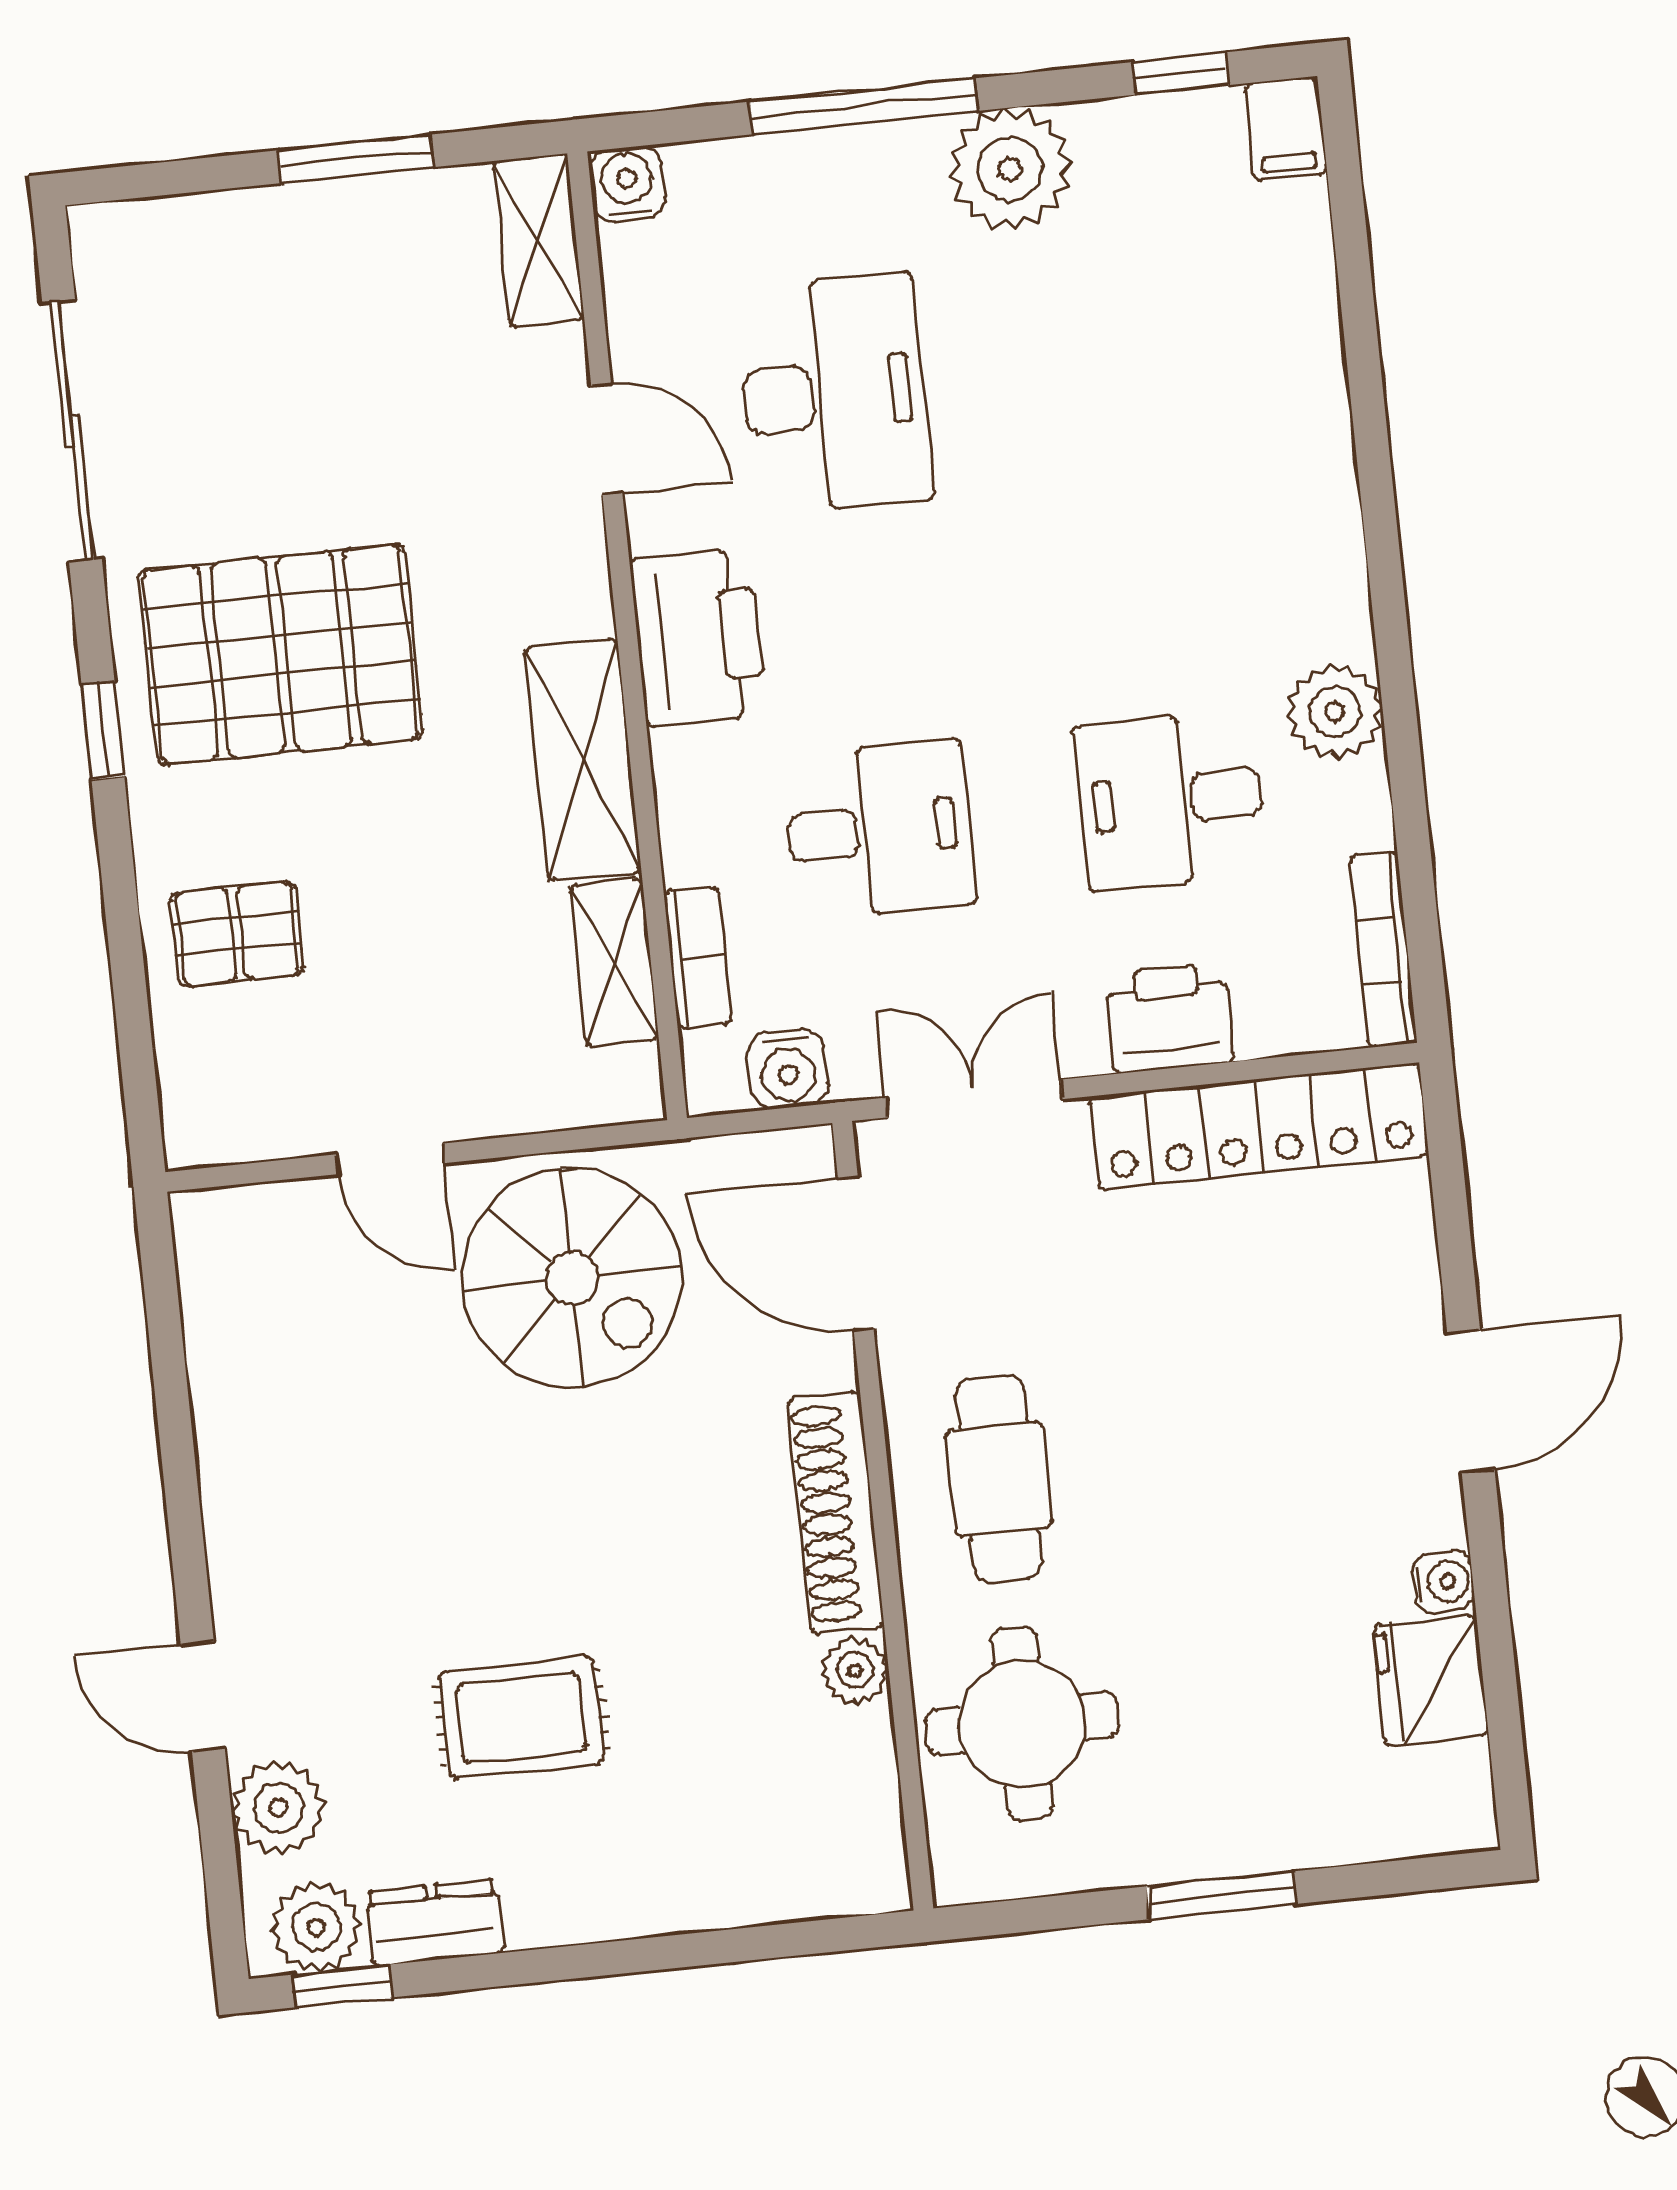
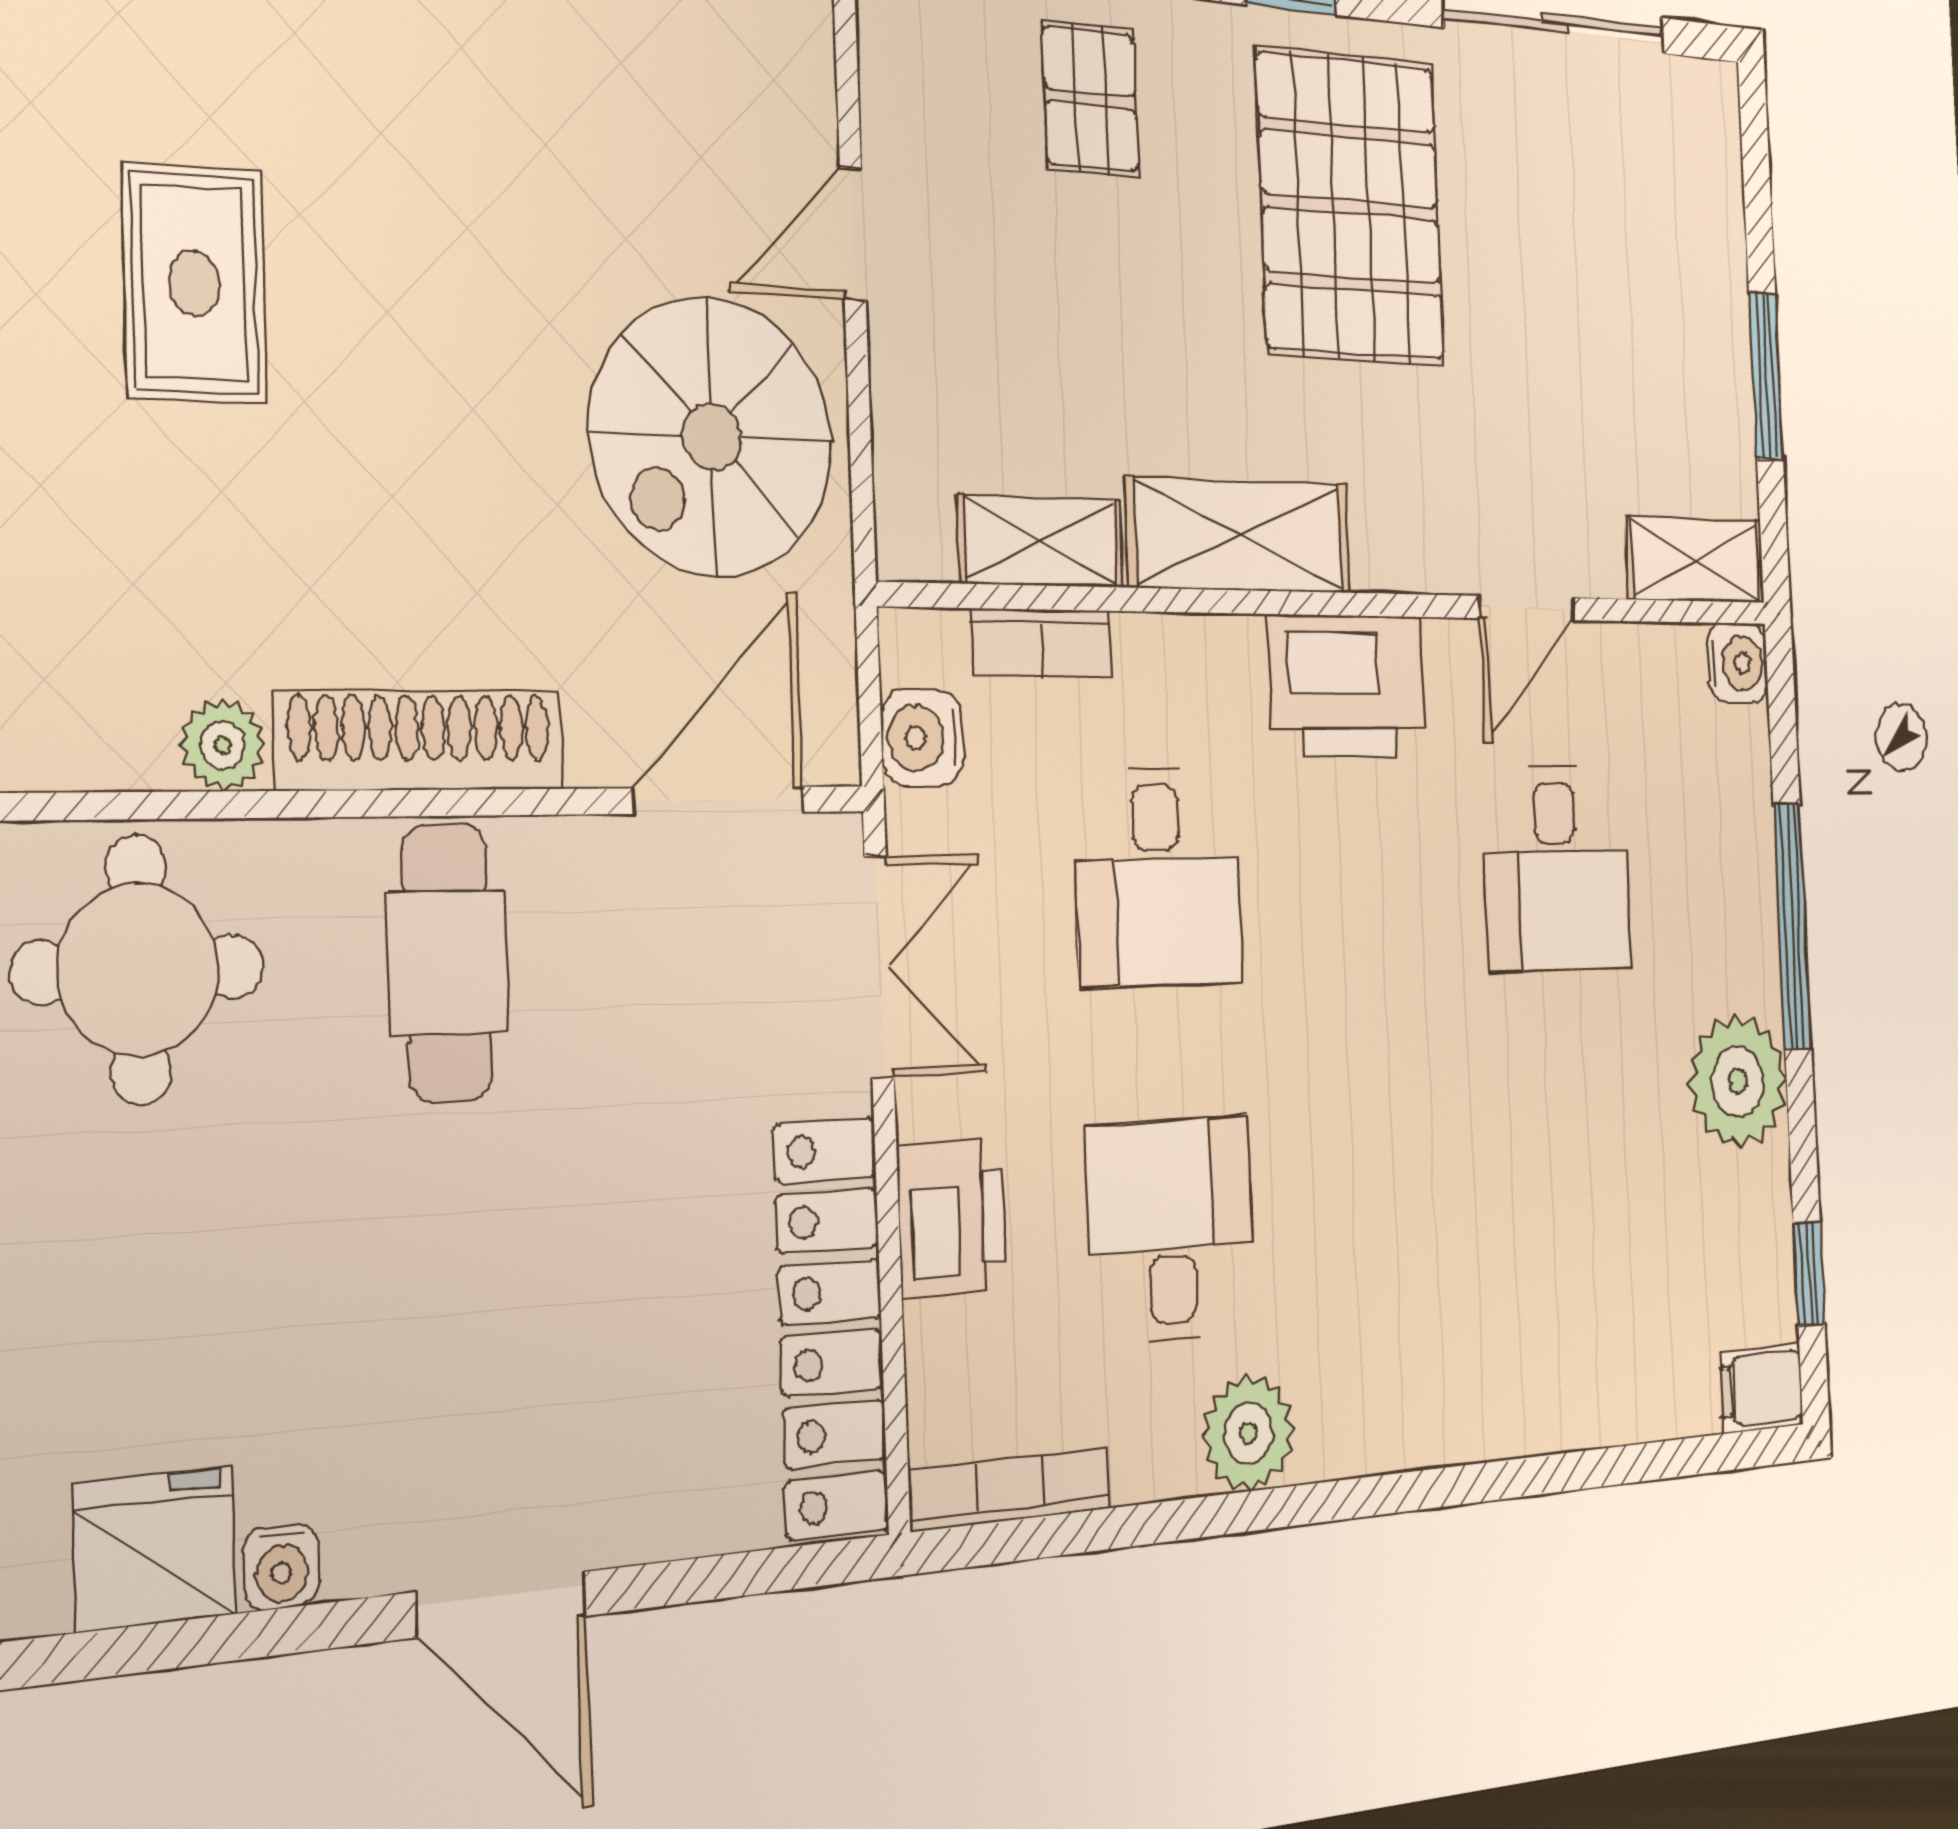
desk: (834, 394) -> (1557, 868), width x0.73
cafe table: (999, 1479) -> (448, 962), turned 90

